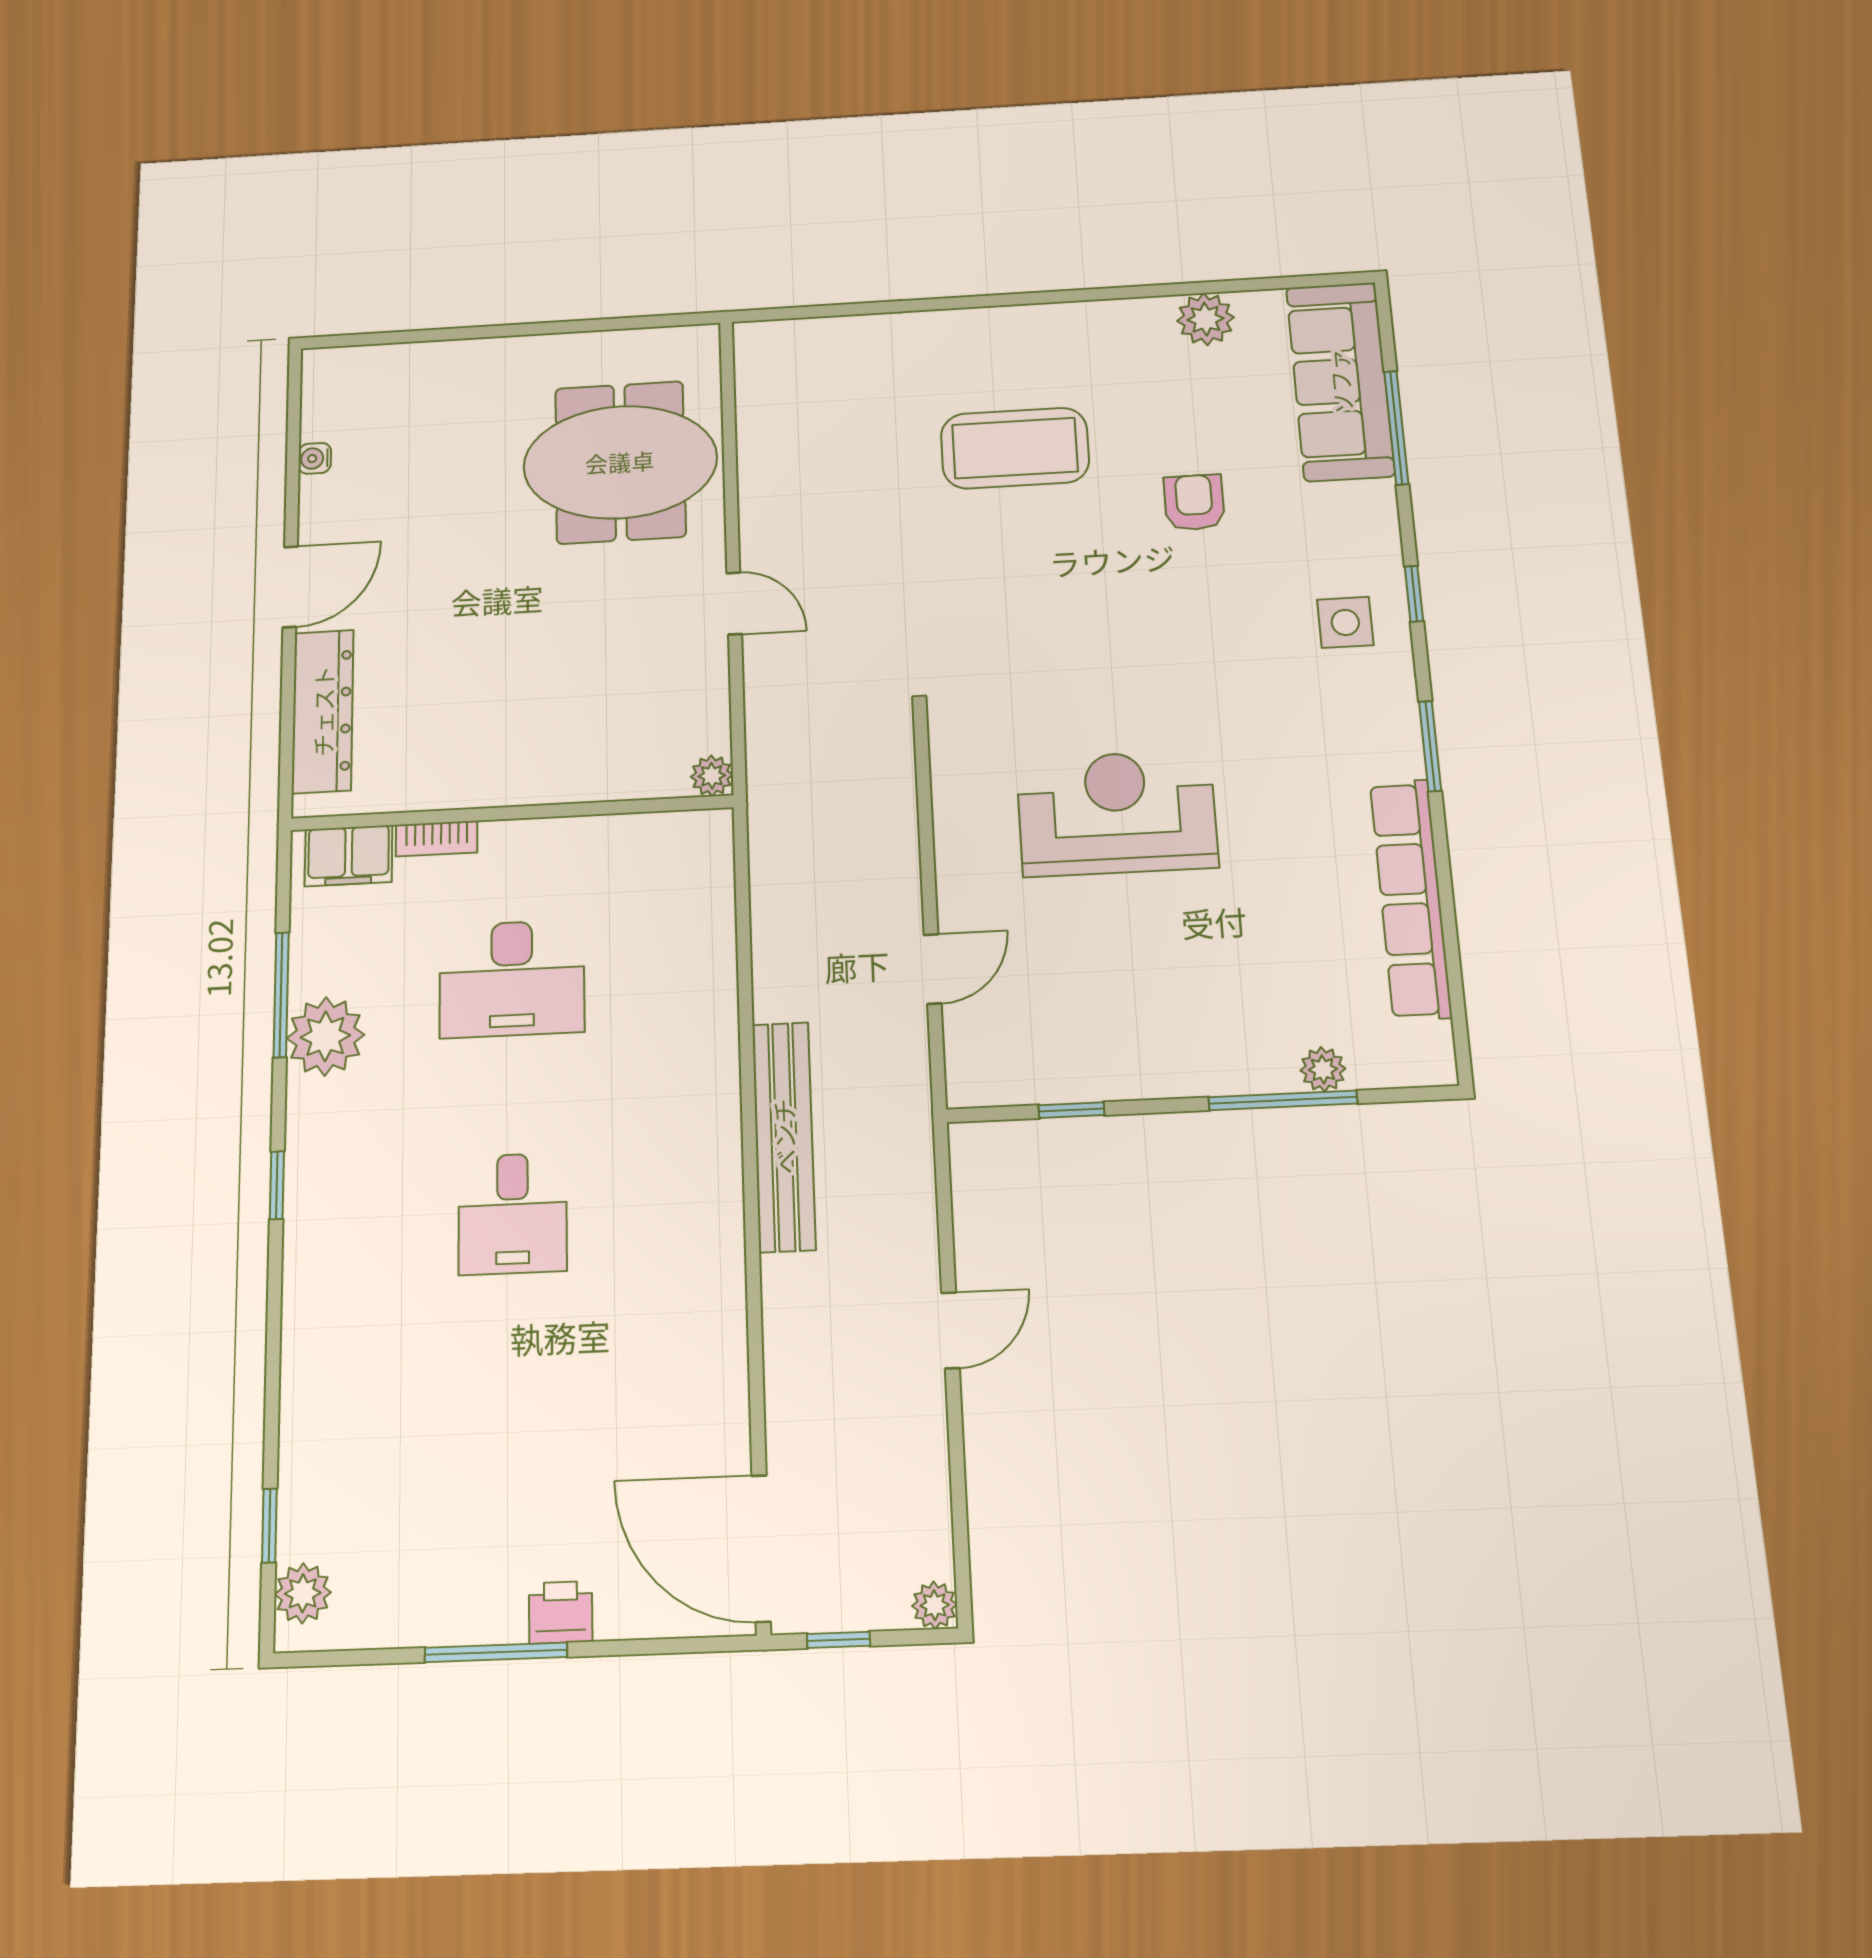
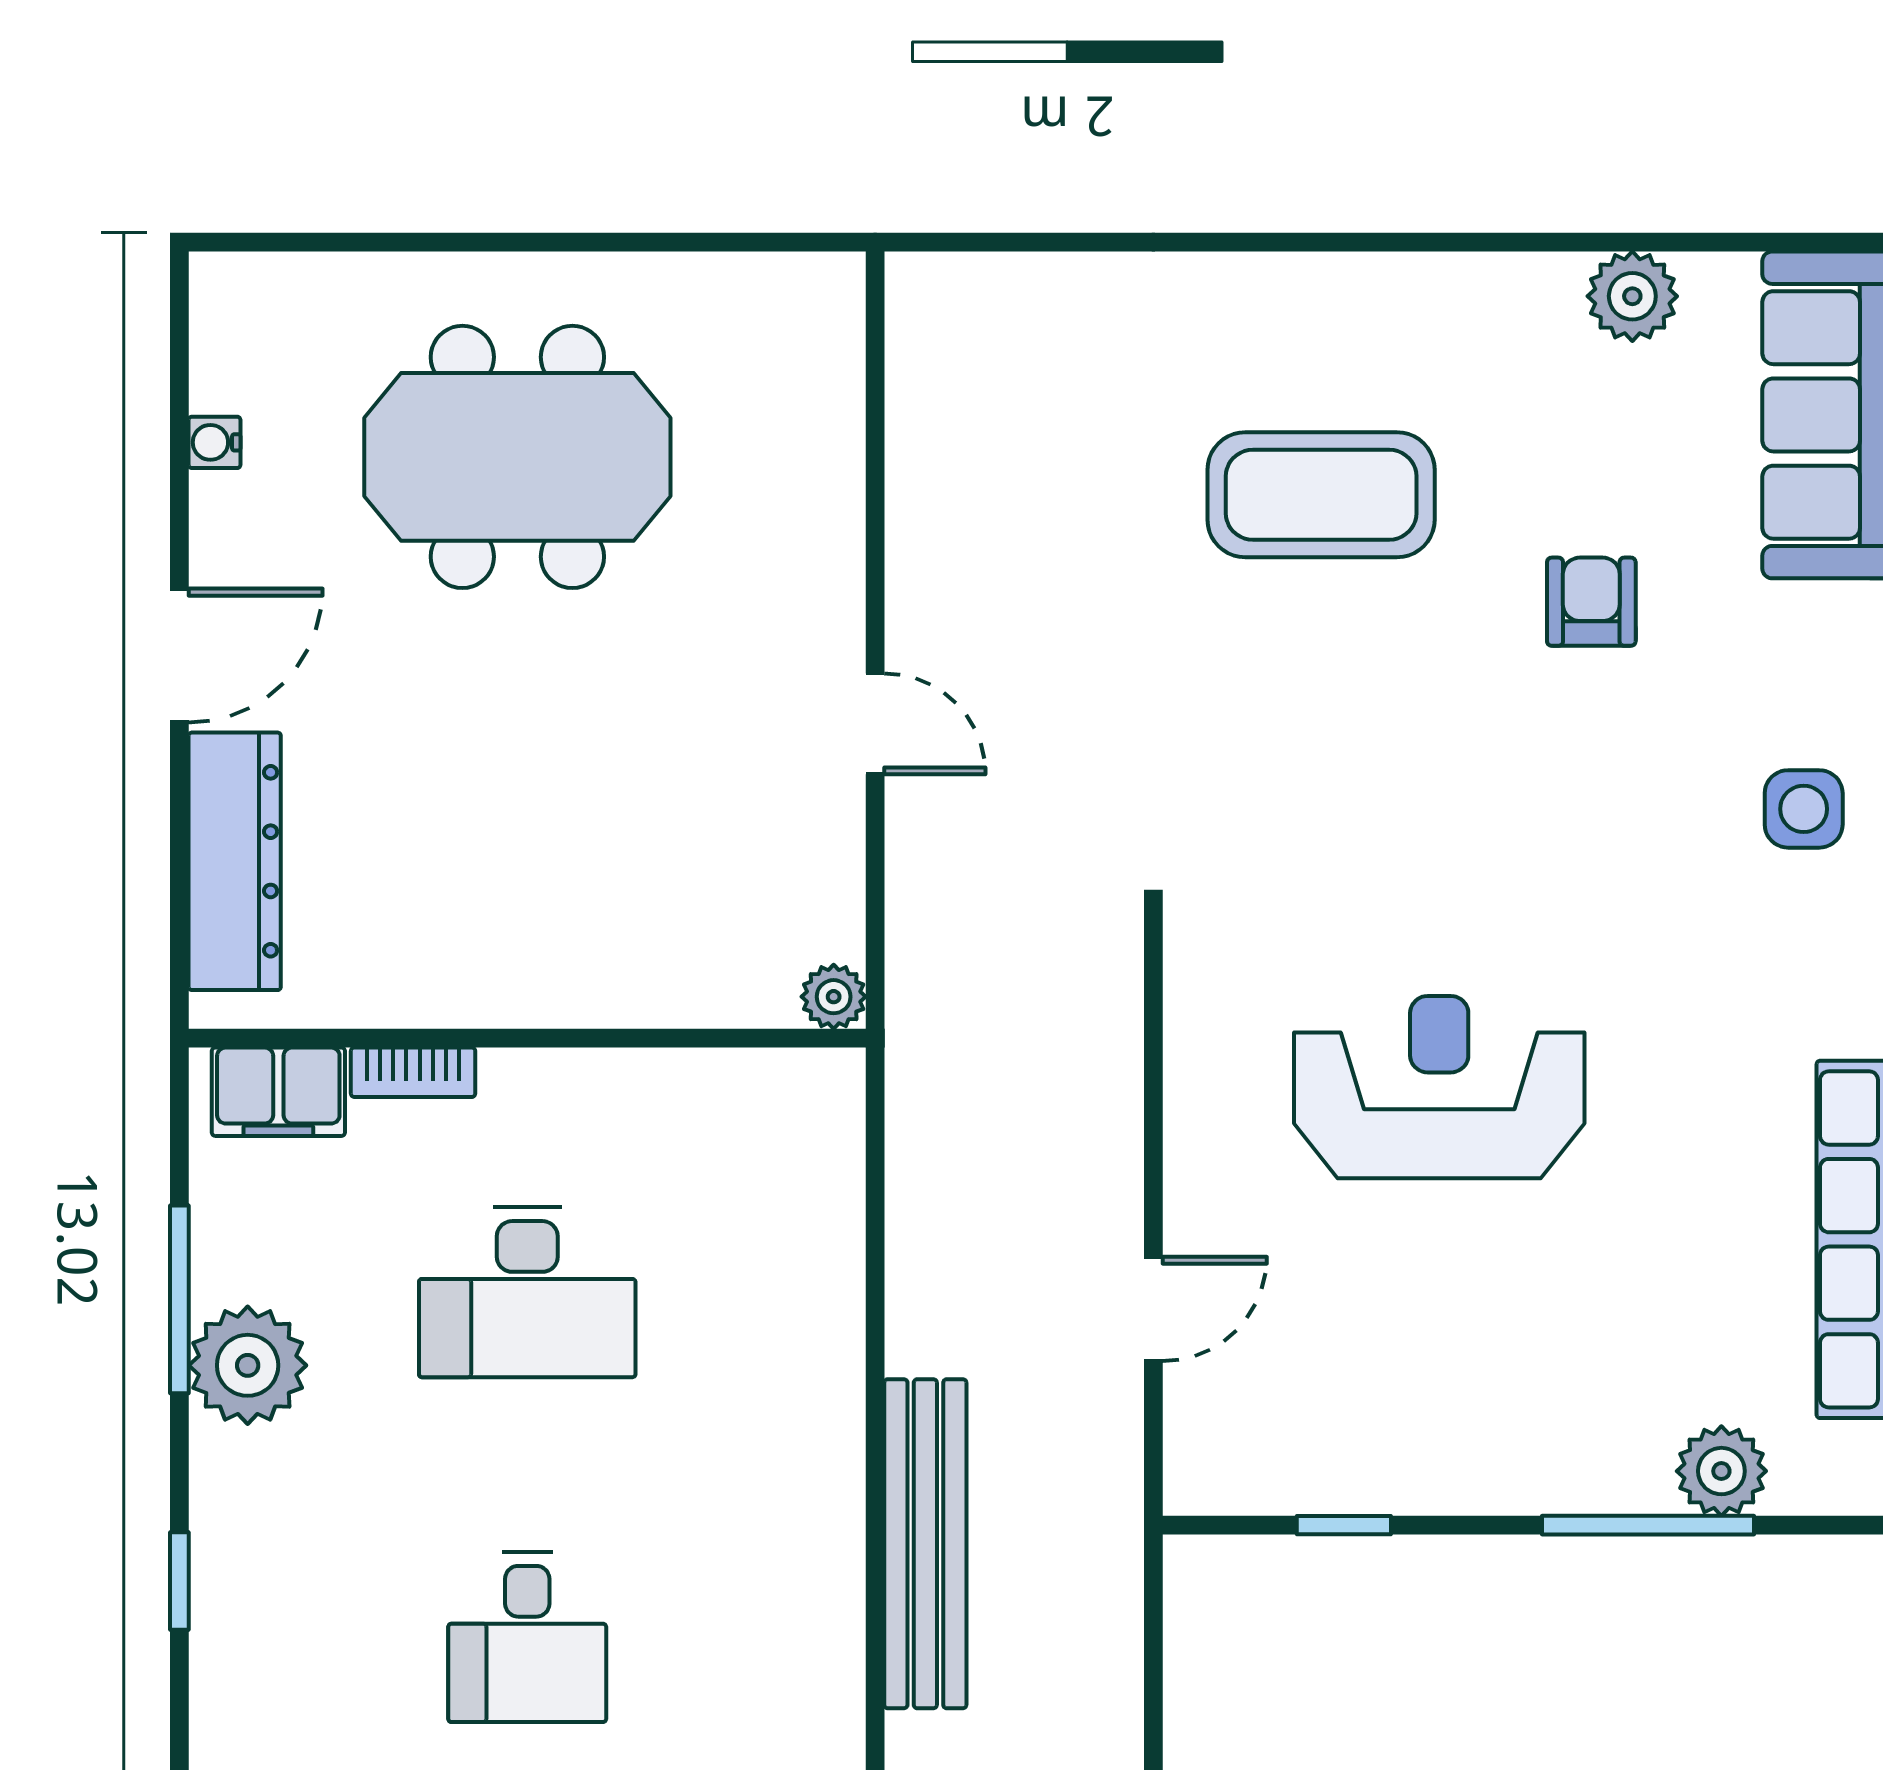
meeting table: (620, 462) -> (517, 457), moved
plant: (1323, 1069) -> (1721, 1471), width x1.38, depth x1.38

